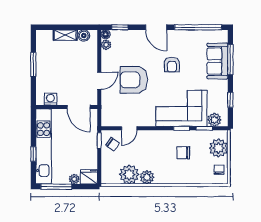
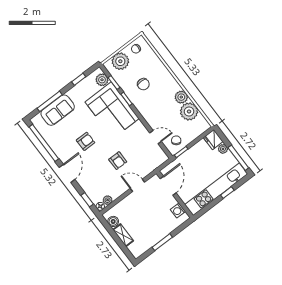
armchair: (134, 80) -> (118, 161), width x0.53, depth x0.53

